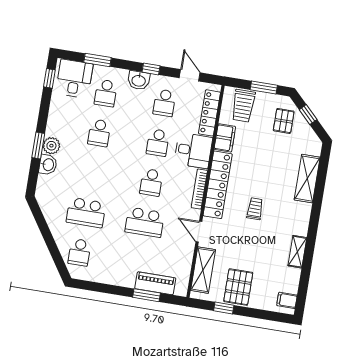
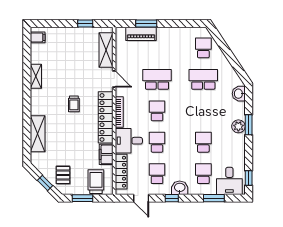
washbasin: (48, 165) -> (239, 94), moved
pallet: (238, 287) -> (77, 41), removed

